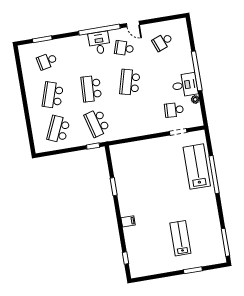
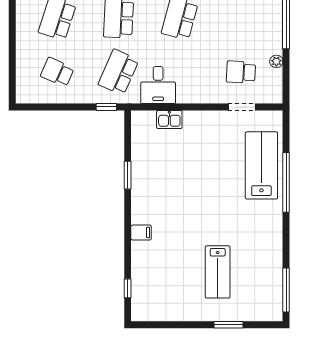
desk: (185, 85) -> (158, 85), moved, turned 90
school desk: (97, 123) -> (119, 72), turned 39
school desk: (58, 129) -> (57, 72), width x0.54
kitchen sink: (134, 147) -> (169, 119), added
lab bench: (180, 238) -> (218, 272), turned 180

